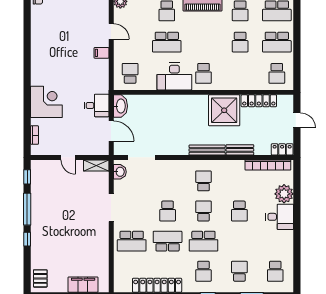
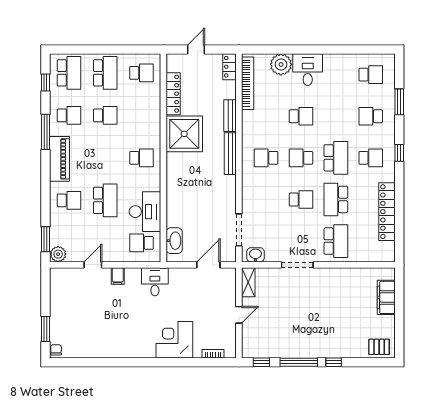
desk: (174, 76) -> (145, 212), moved
desk: (97, 105) -> (155, 282), moved
washbasin: (120, 106) -> (174, 241), moved, turned 90

